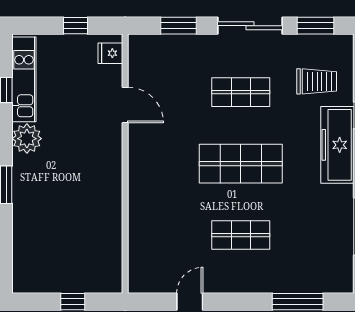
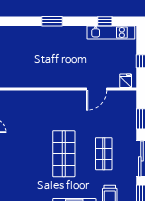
plant: (27, 139) -> (78, 34), removed
shop shelf: (241, 235) -> (24, 154), removed

